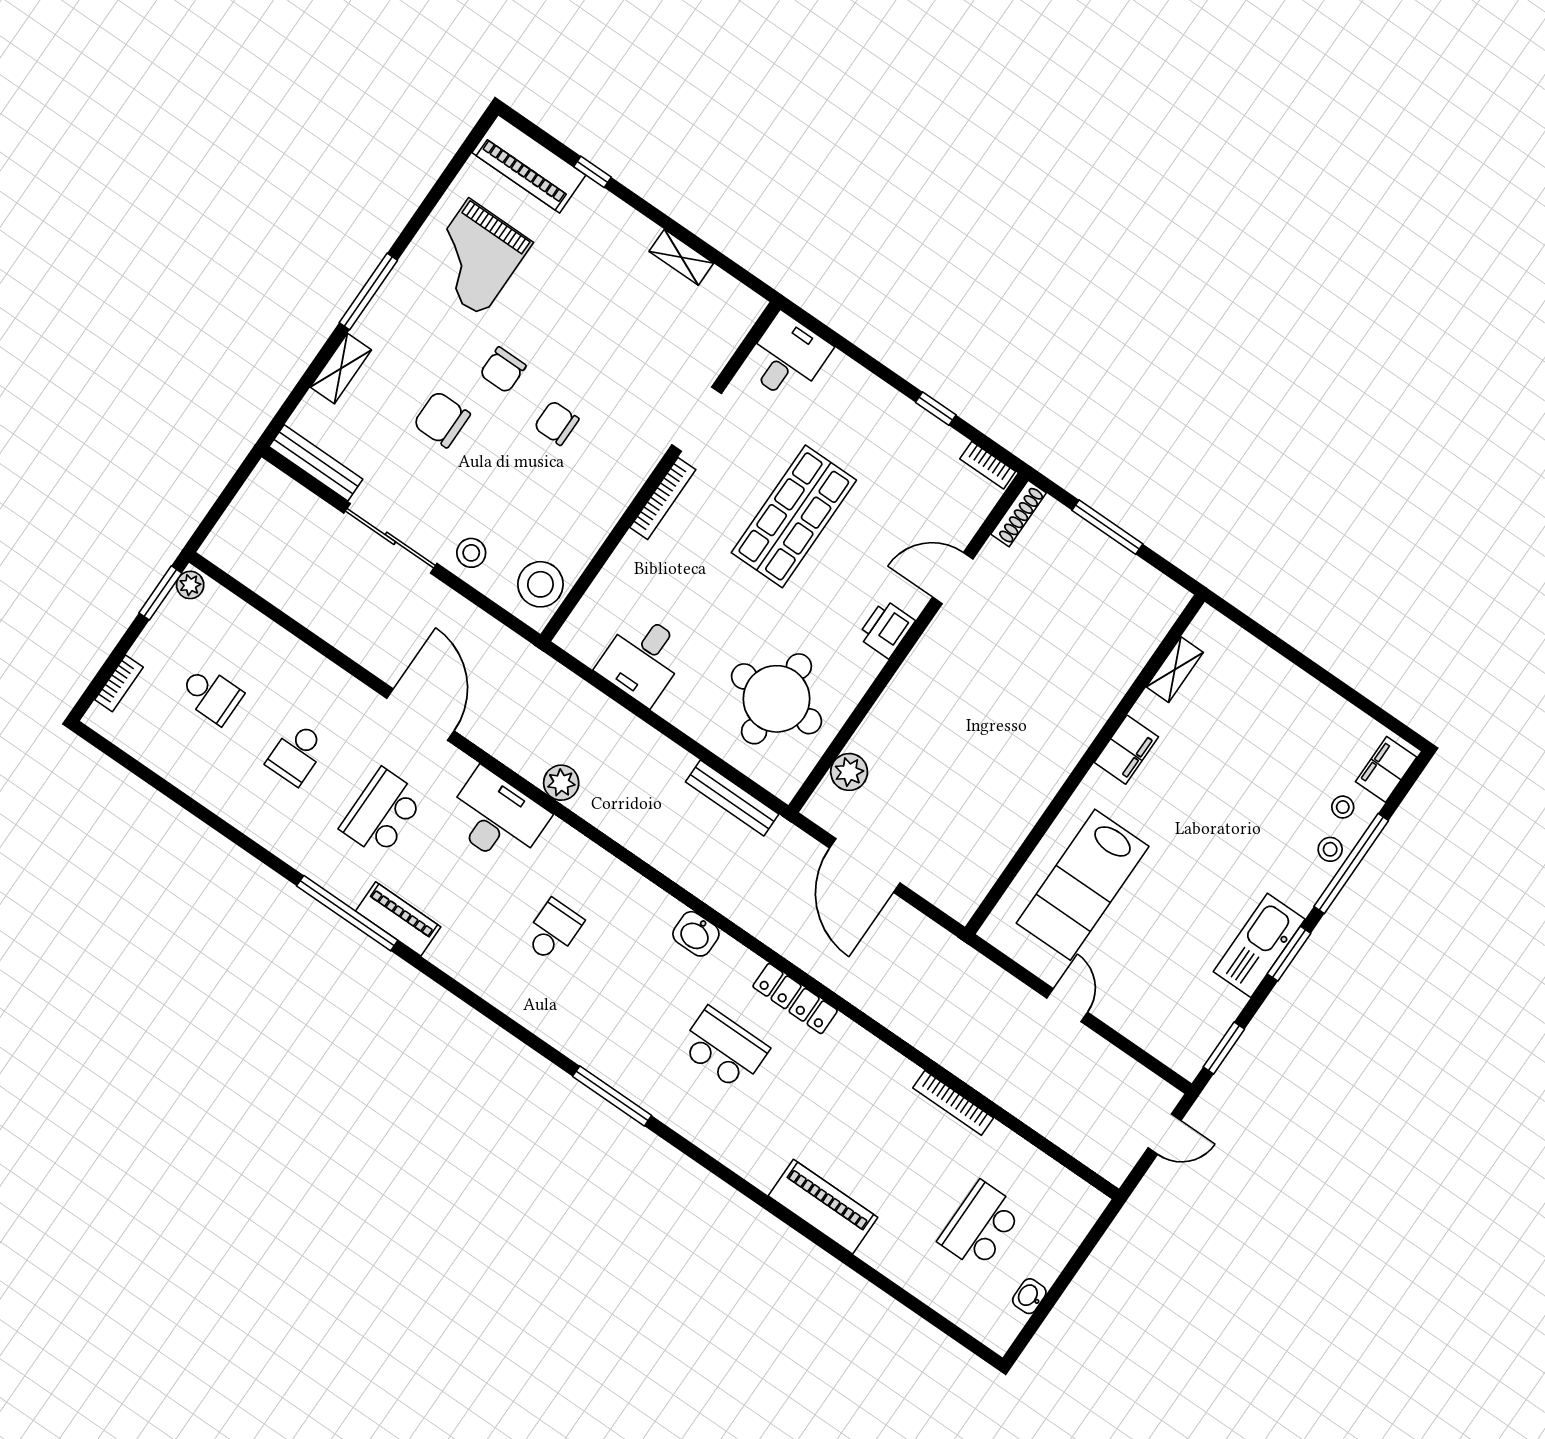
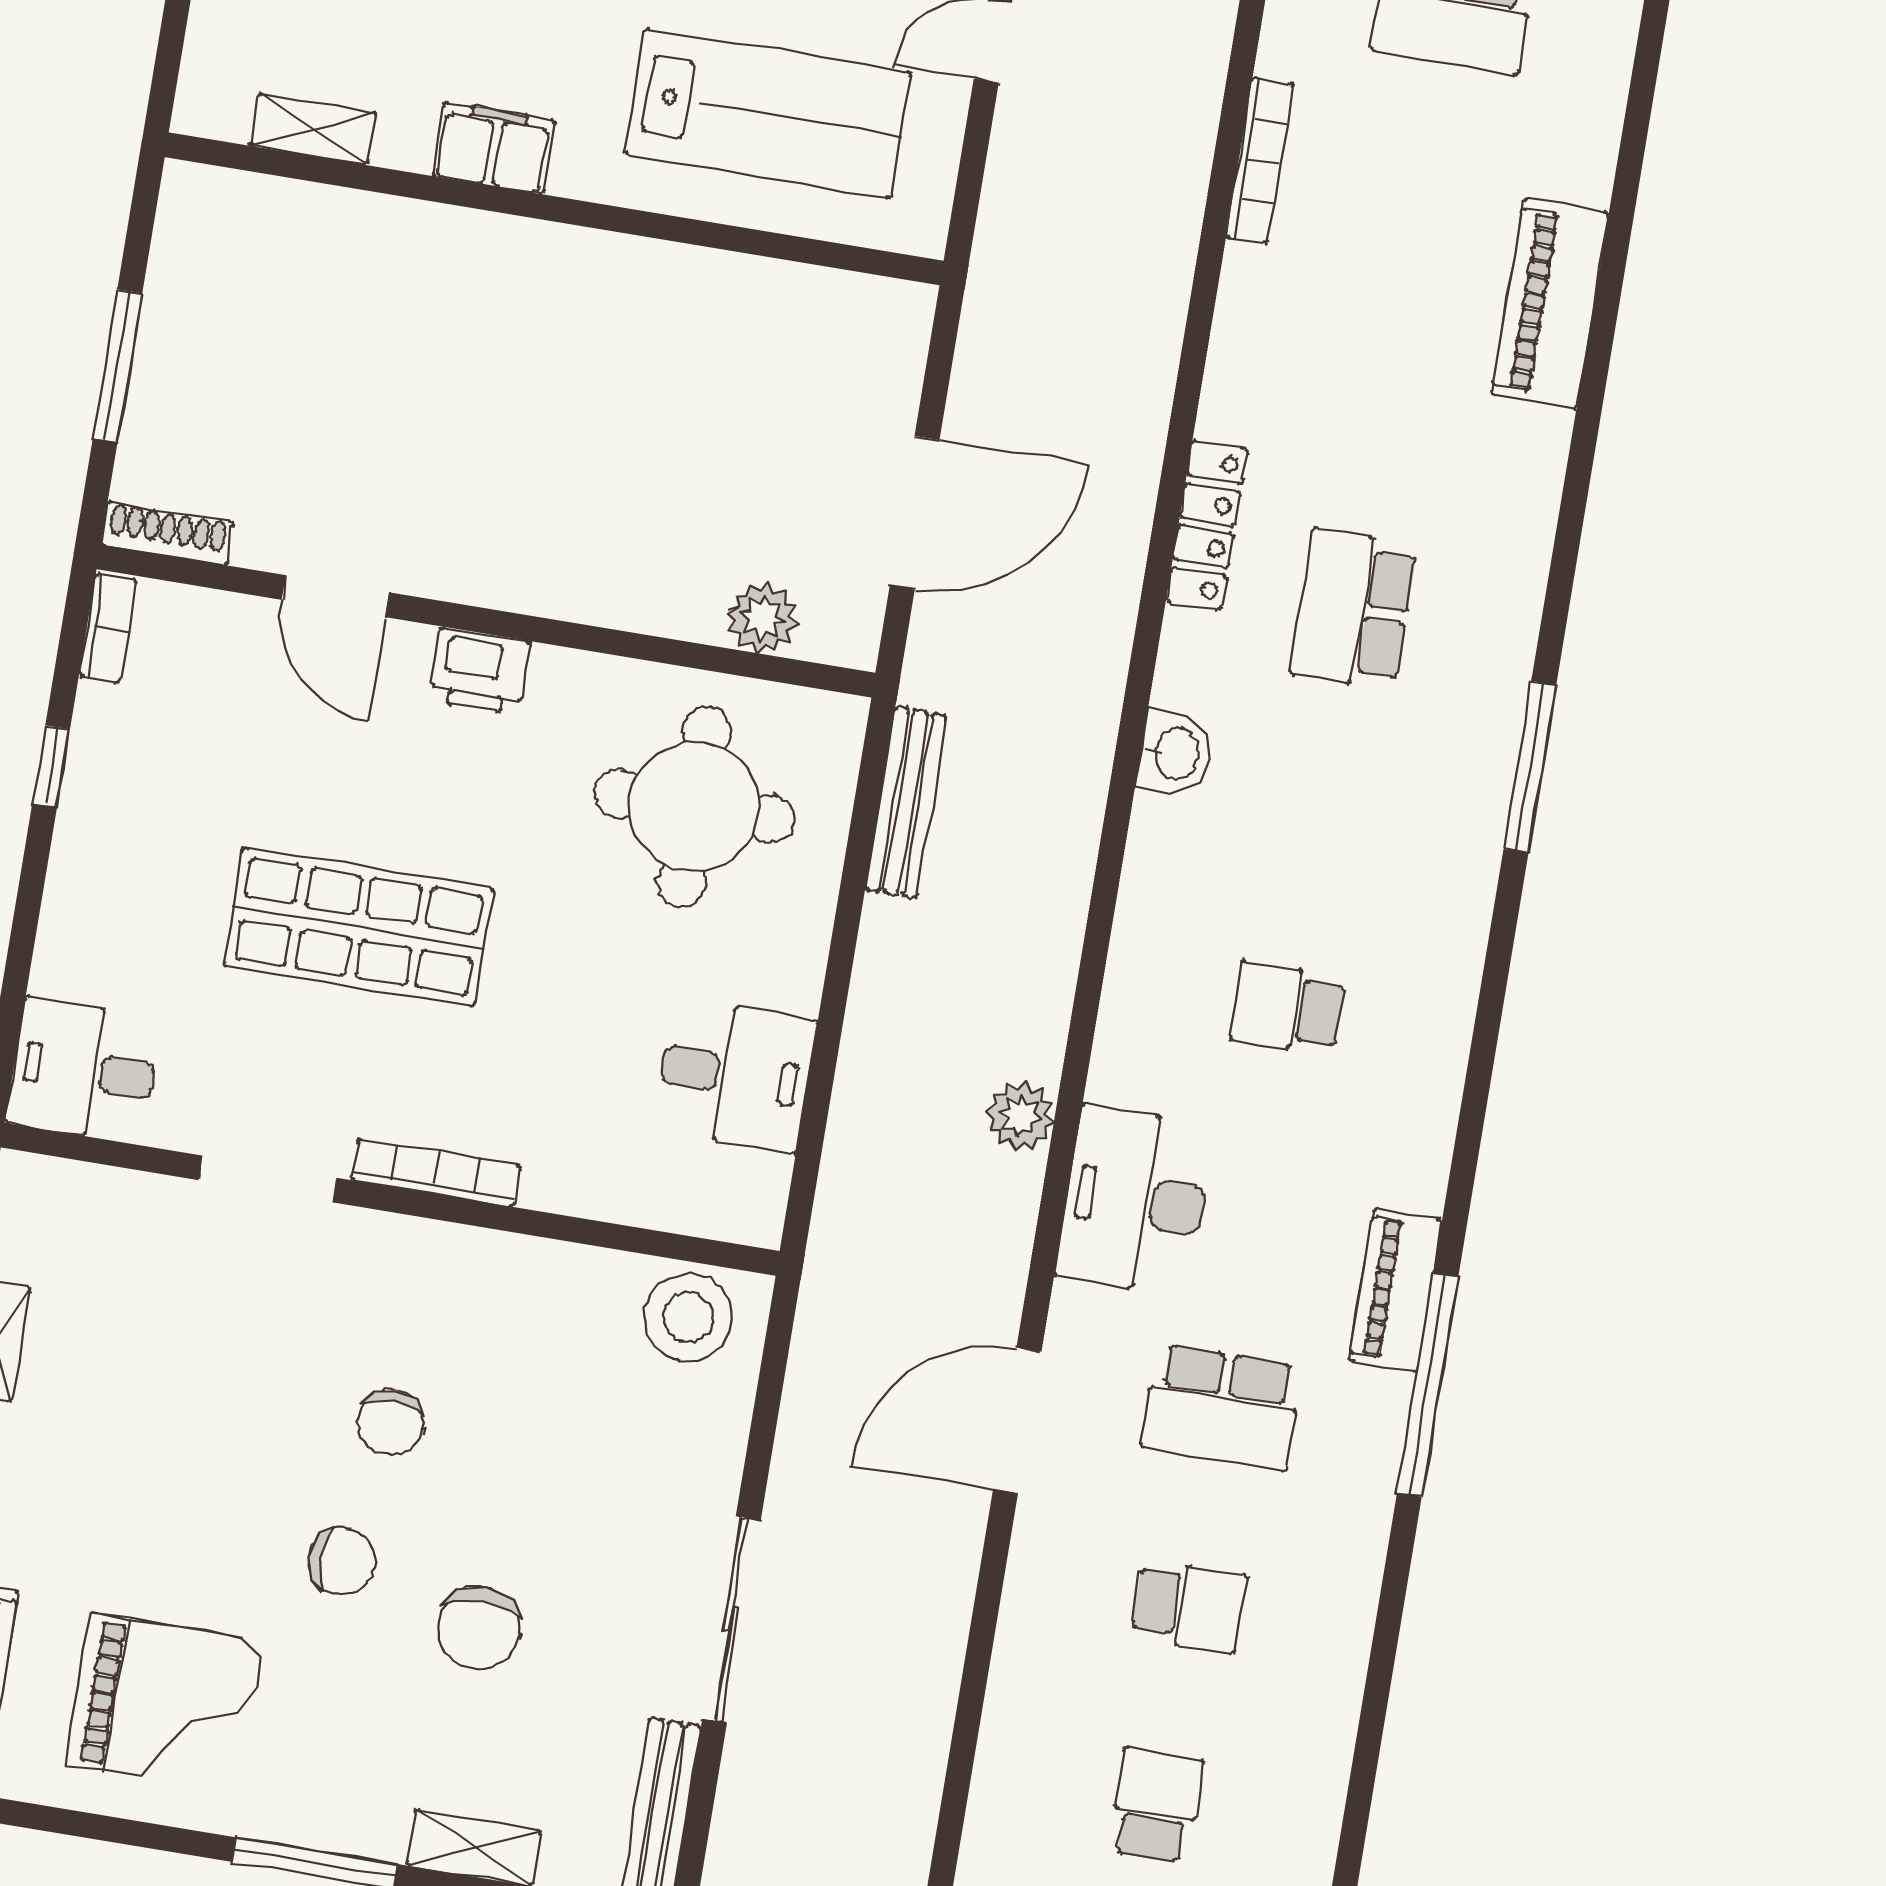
stool: (471, 553) -> (690, 1465), removed

